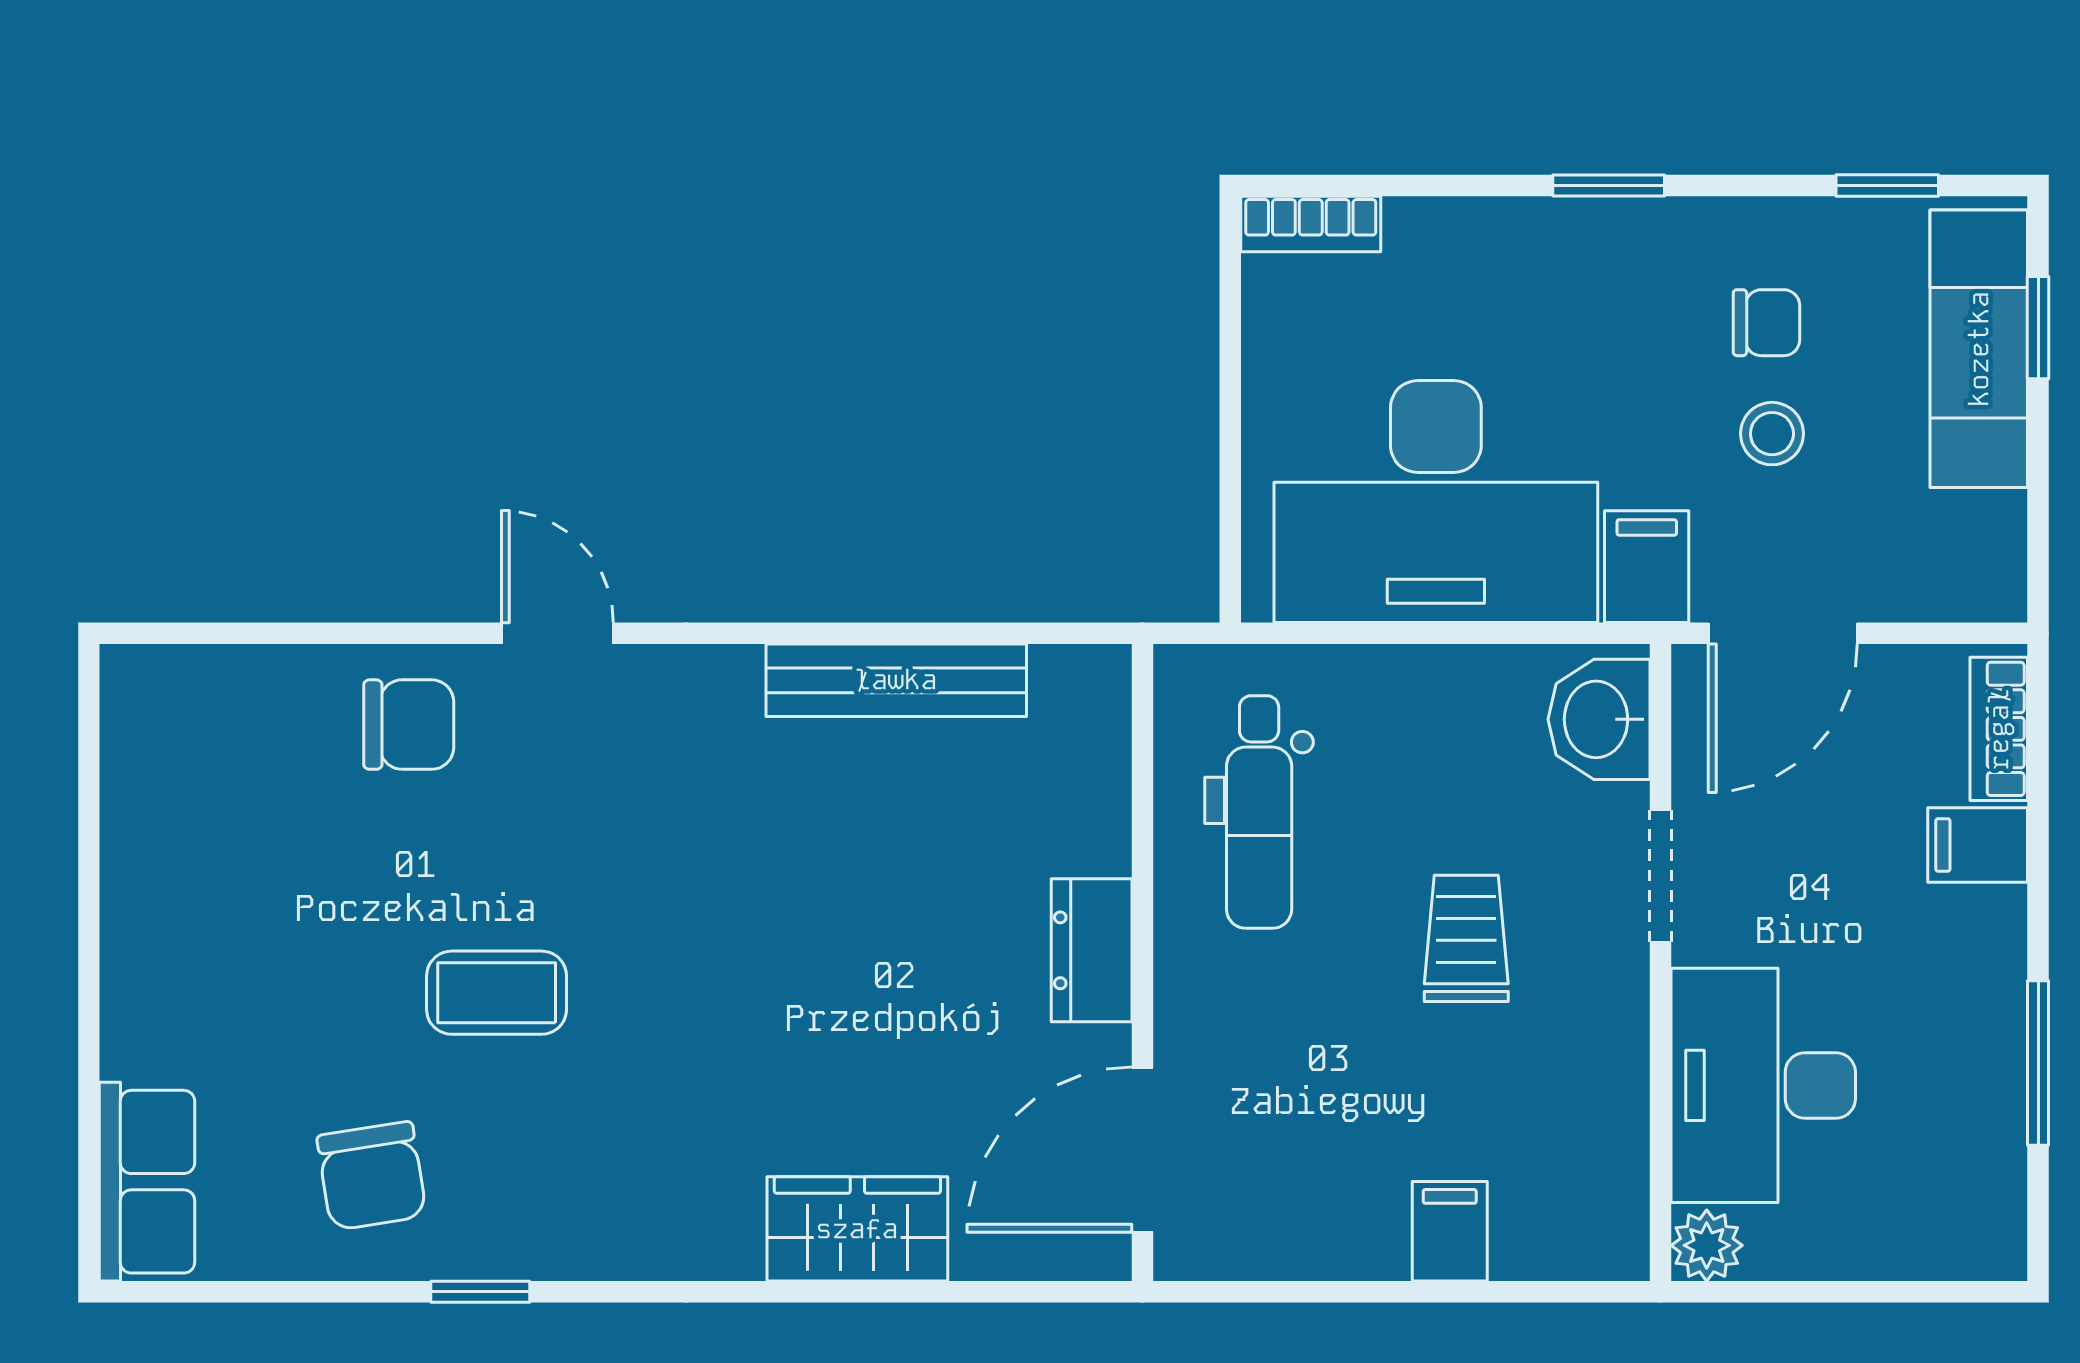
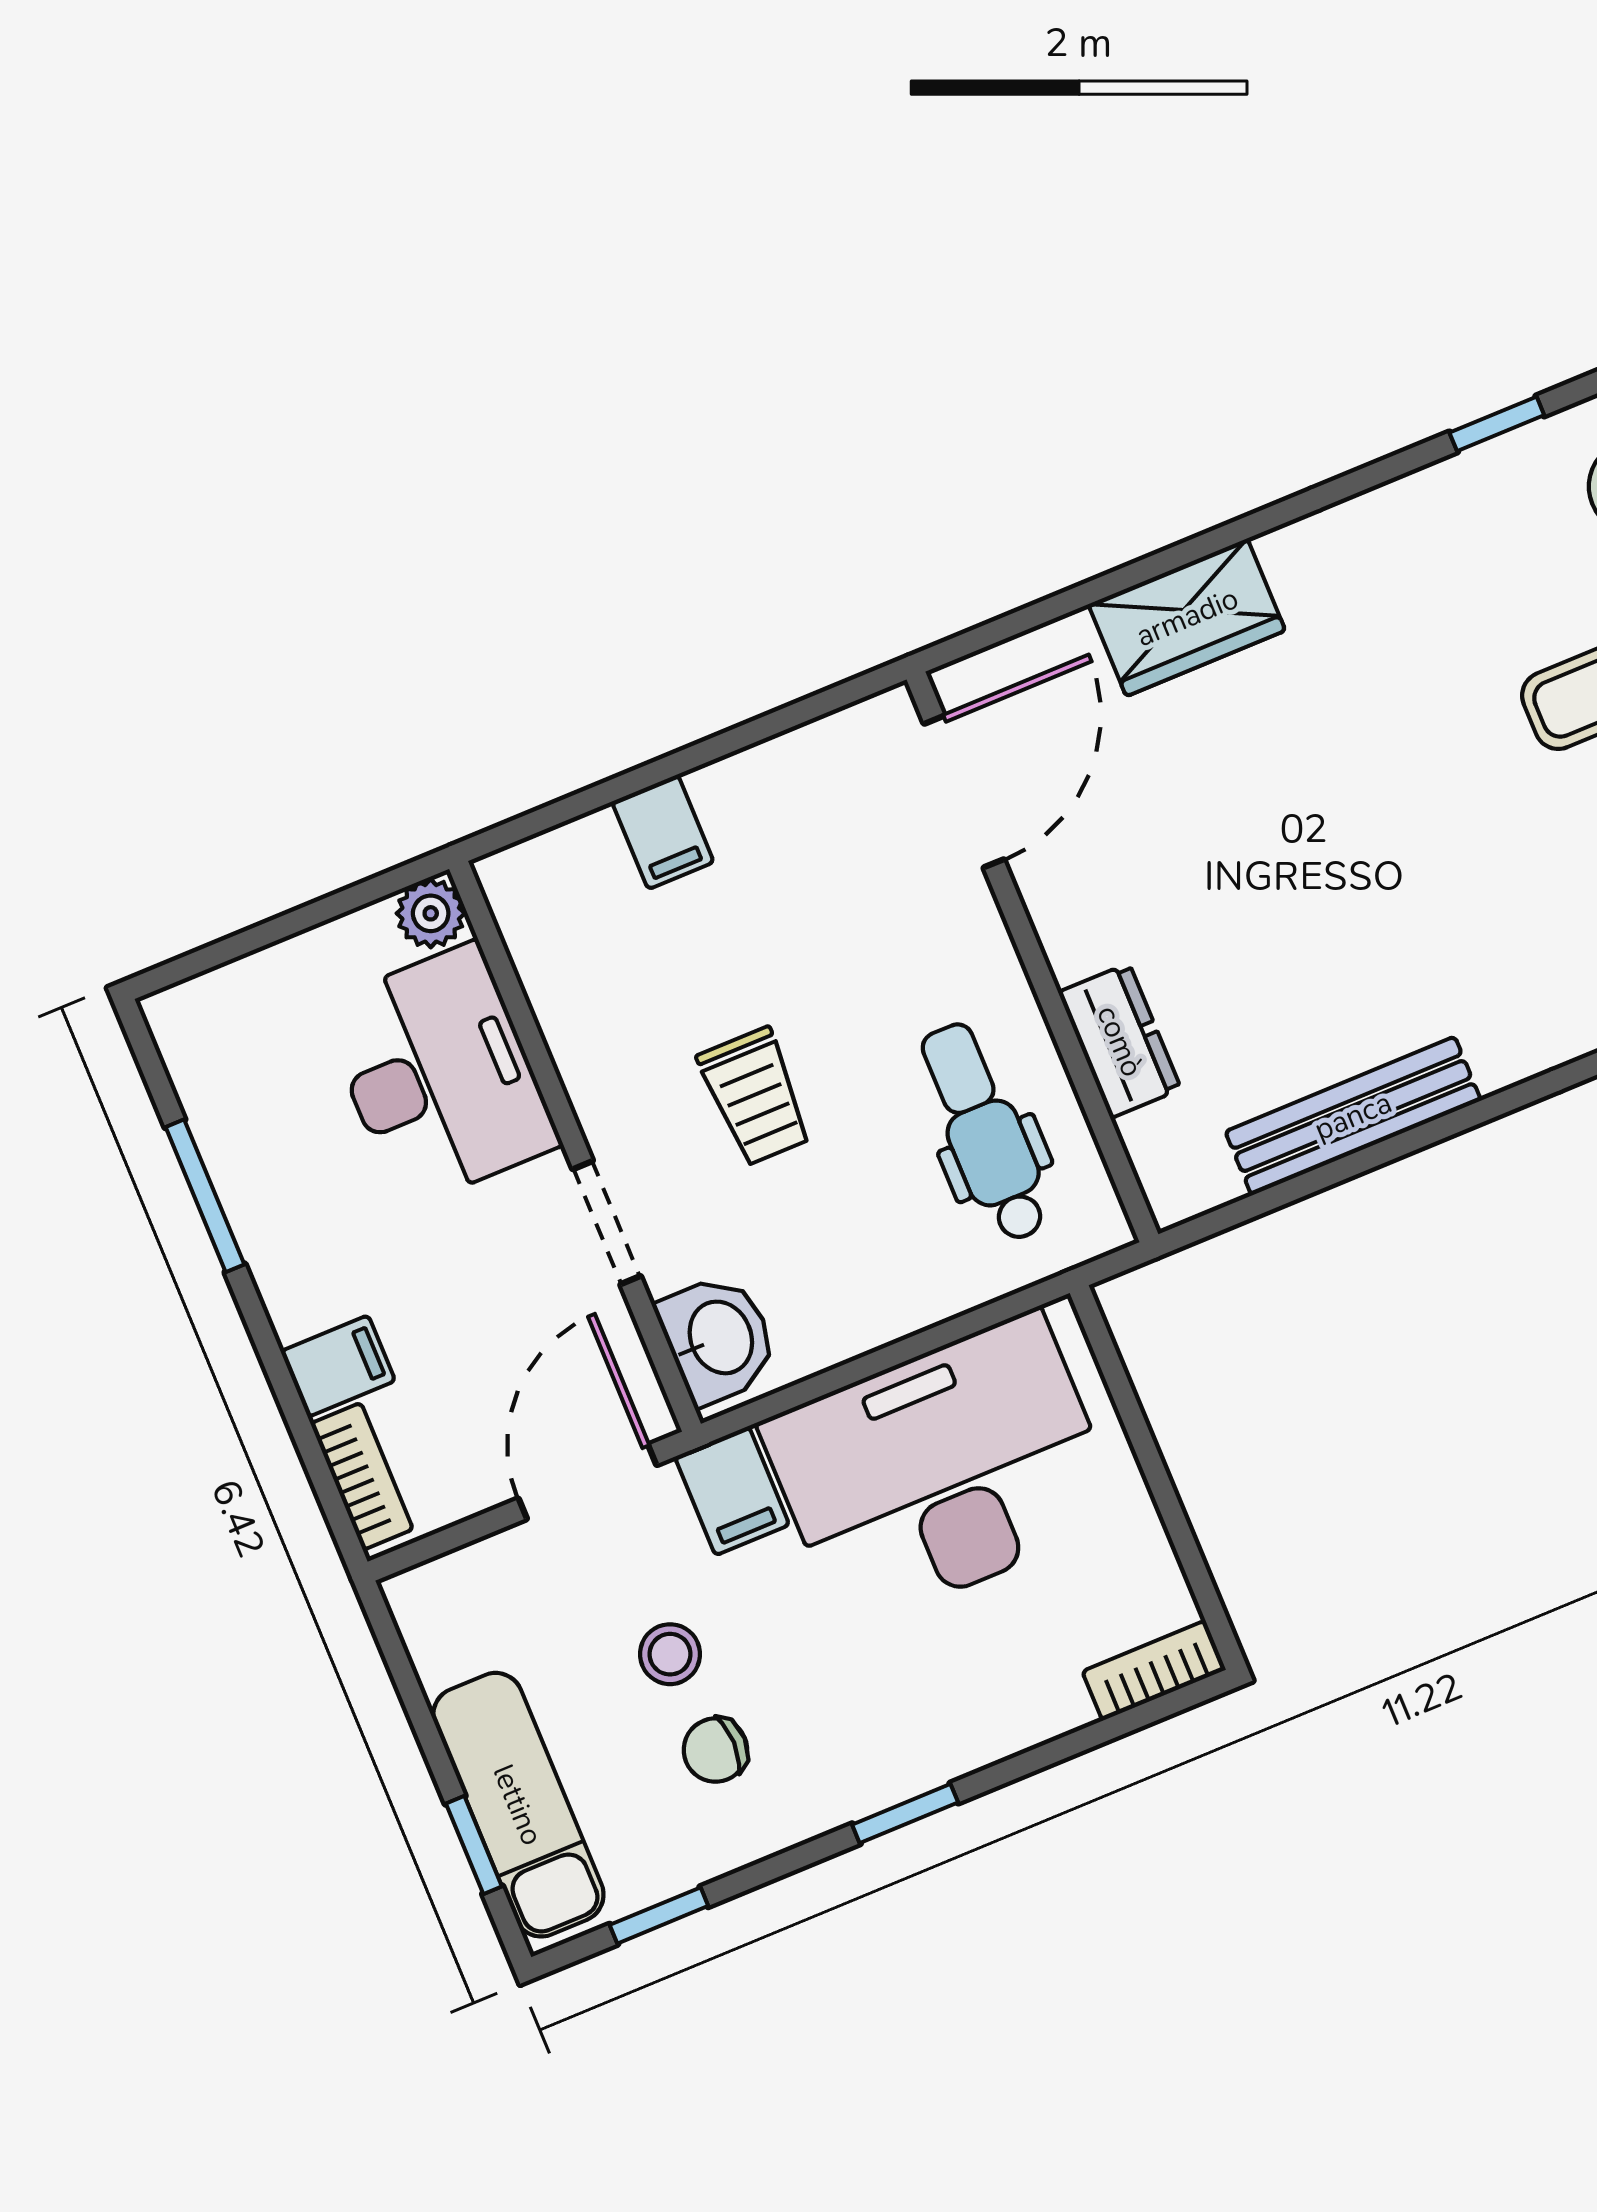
dresser: (1092, 950) -> (1120, 1041), moved

